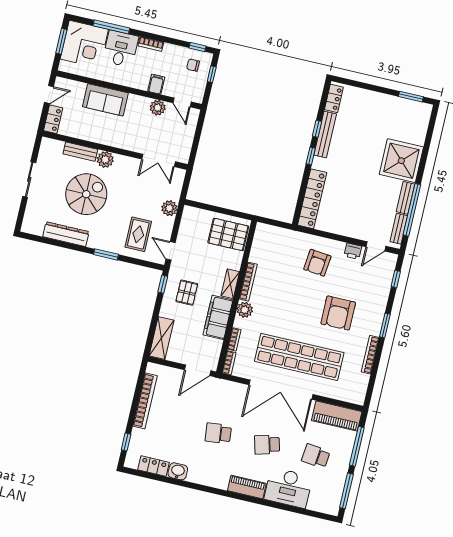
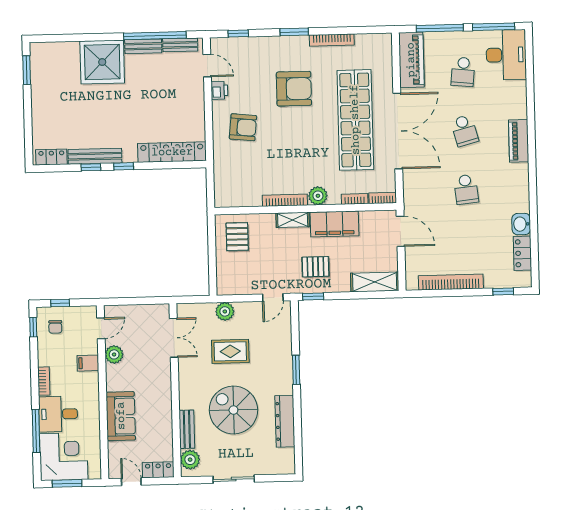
plant: (105, 159) -> (190, 460), moved
rug: (138, 234) -> (230, 351), moved
pallet: (228, 234) -> (237, 237), width x0.67, depth x0.71
desk: (288, 488) -> (506, 55), moved

